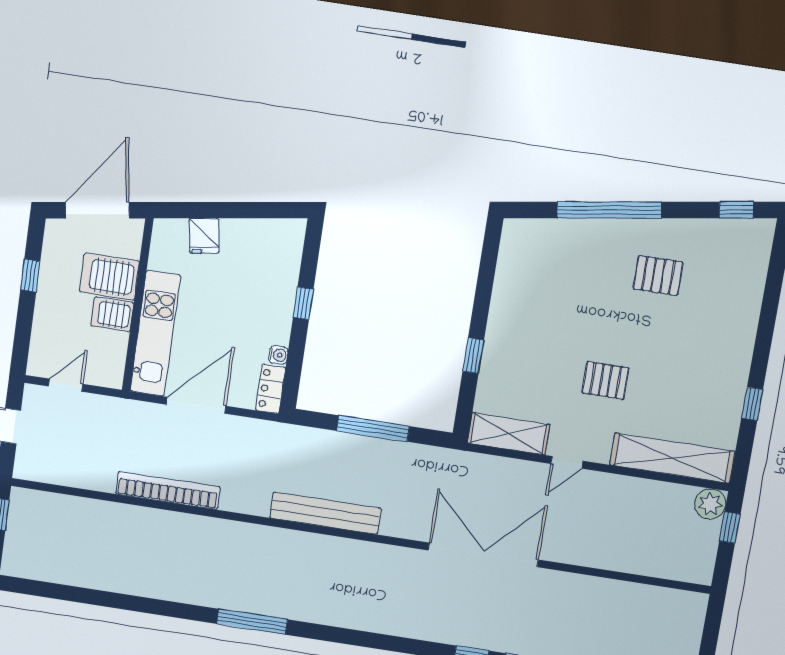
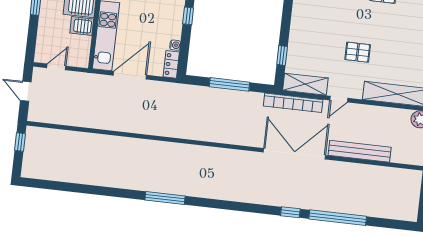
window: (473, 356) -> (282, 56), moved
bookcase: (168, 491) -> (293, 103), moved, turned 180
bench: (325, 513) -> (360, 151), moved

